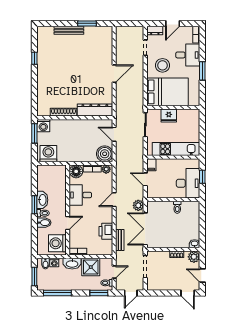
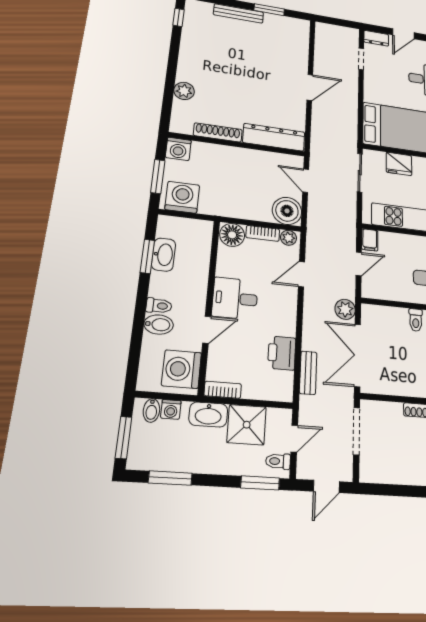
window: (34, 58) -> (179, 17), moved
stool: (162, 65) -> (388, 88), removed
plant: (43, 89) -> (184, 91), added
window: (34, 133) -> (158, 176), moved
door: (145, 179) -> (359, 264), swing flipped
desk: (80, 195) -> (235, 298), moved
washbasin: (42, 200) -> (164, 255), moved
door: (114, 200) -> (302, 274), moved
window: (34, 205) -> (147, 256), moved
window: (57, 293) -> (170, 478), width x0.69

